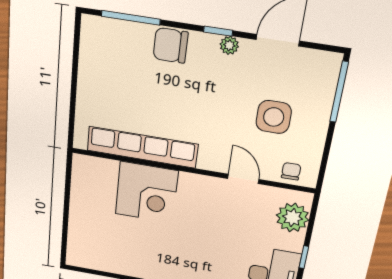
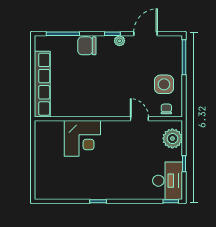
side table: (274, 117) -> (164, 84), moved
row of seats: (142, 147) -> (42, 84), moved, turned 90

